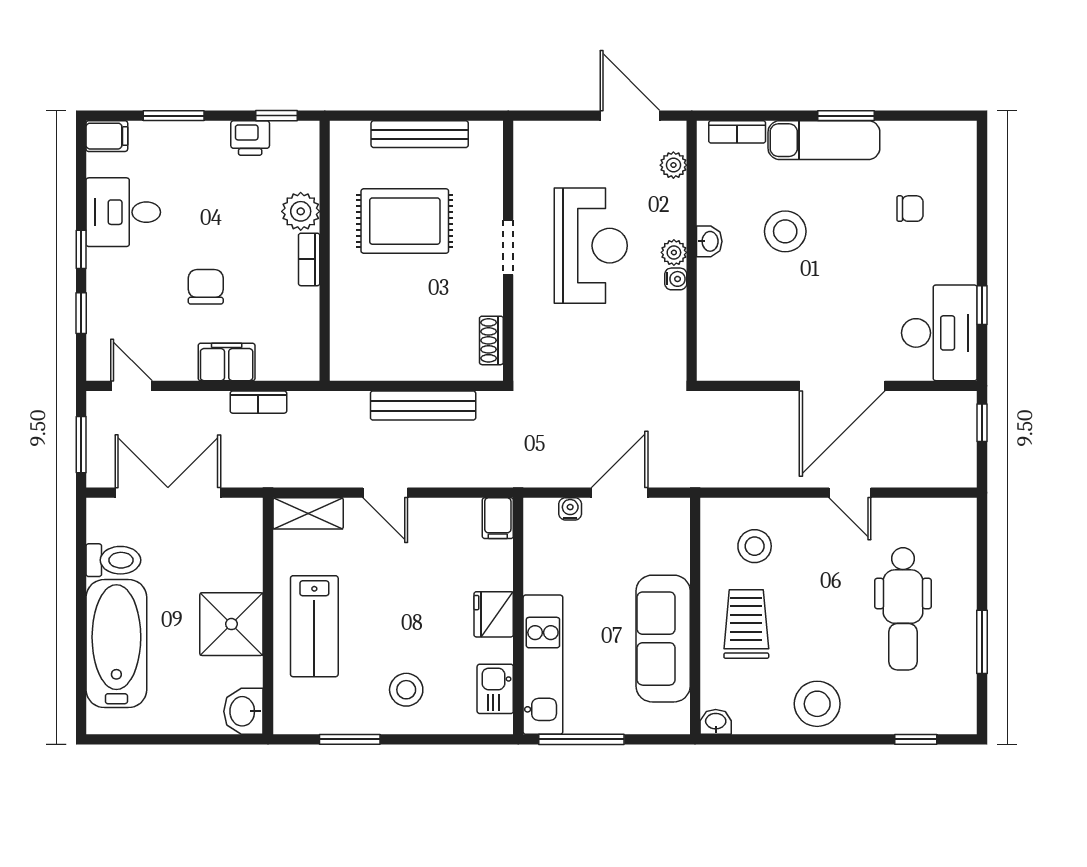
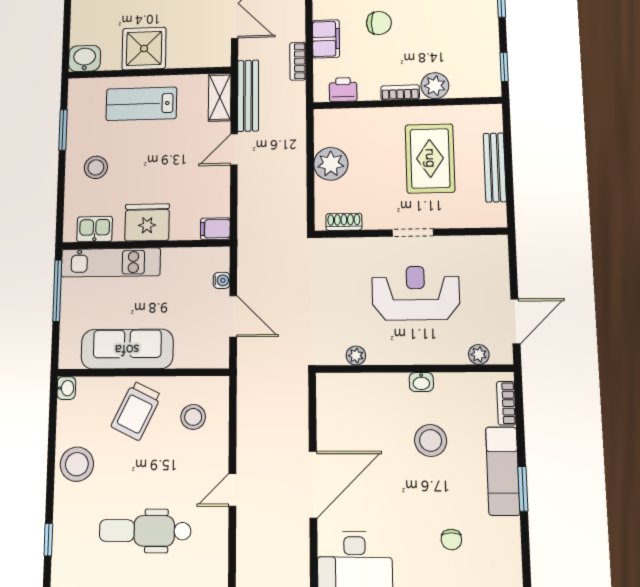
printer: (250, 138) -> (343, 90), moved, turned 90
reception desk: (591, 246) -> (416, 293), turned 180
plant: (674, 252) -> (356, 356), moved
water cooler: (676, 279) -> (392, 357), removed
plant: (409, 357) -> (331, 164), added
door: (842, 386) -> (313, 484), swing flipped
bench: (423, 406) -> (248, 96), moved
fridge: (494, 614) -> (147, 222), width x1.36, depth x1.34
trolley: (746, 624) -> (136, 411), turned 116

